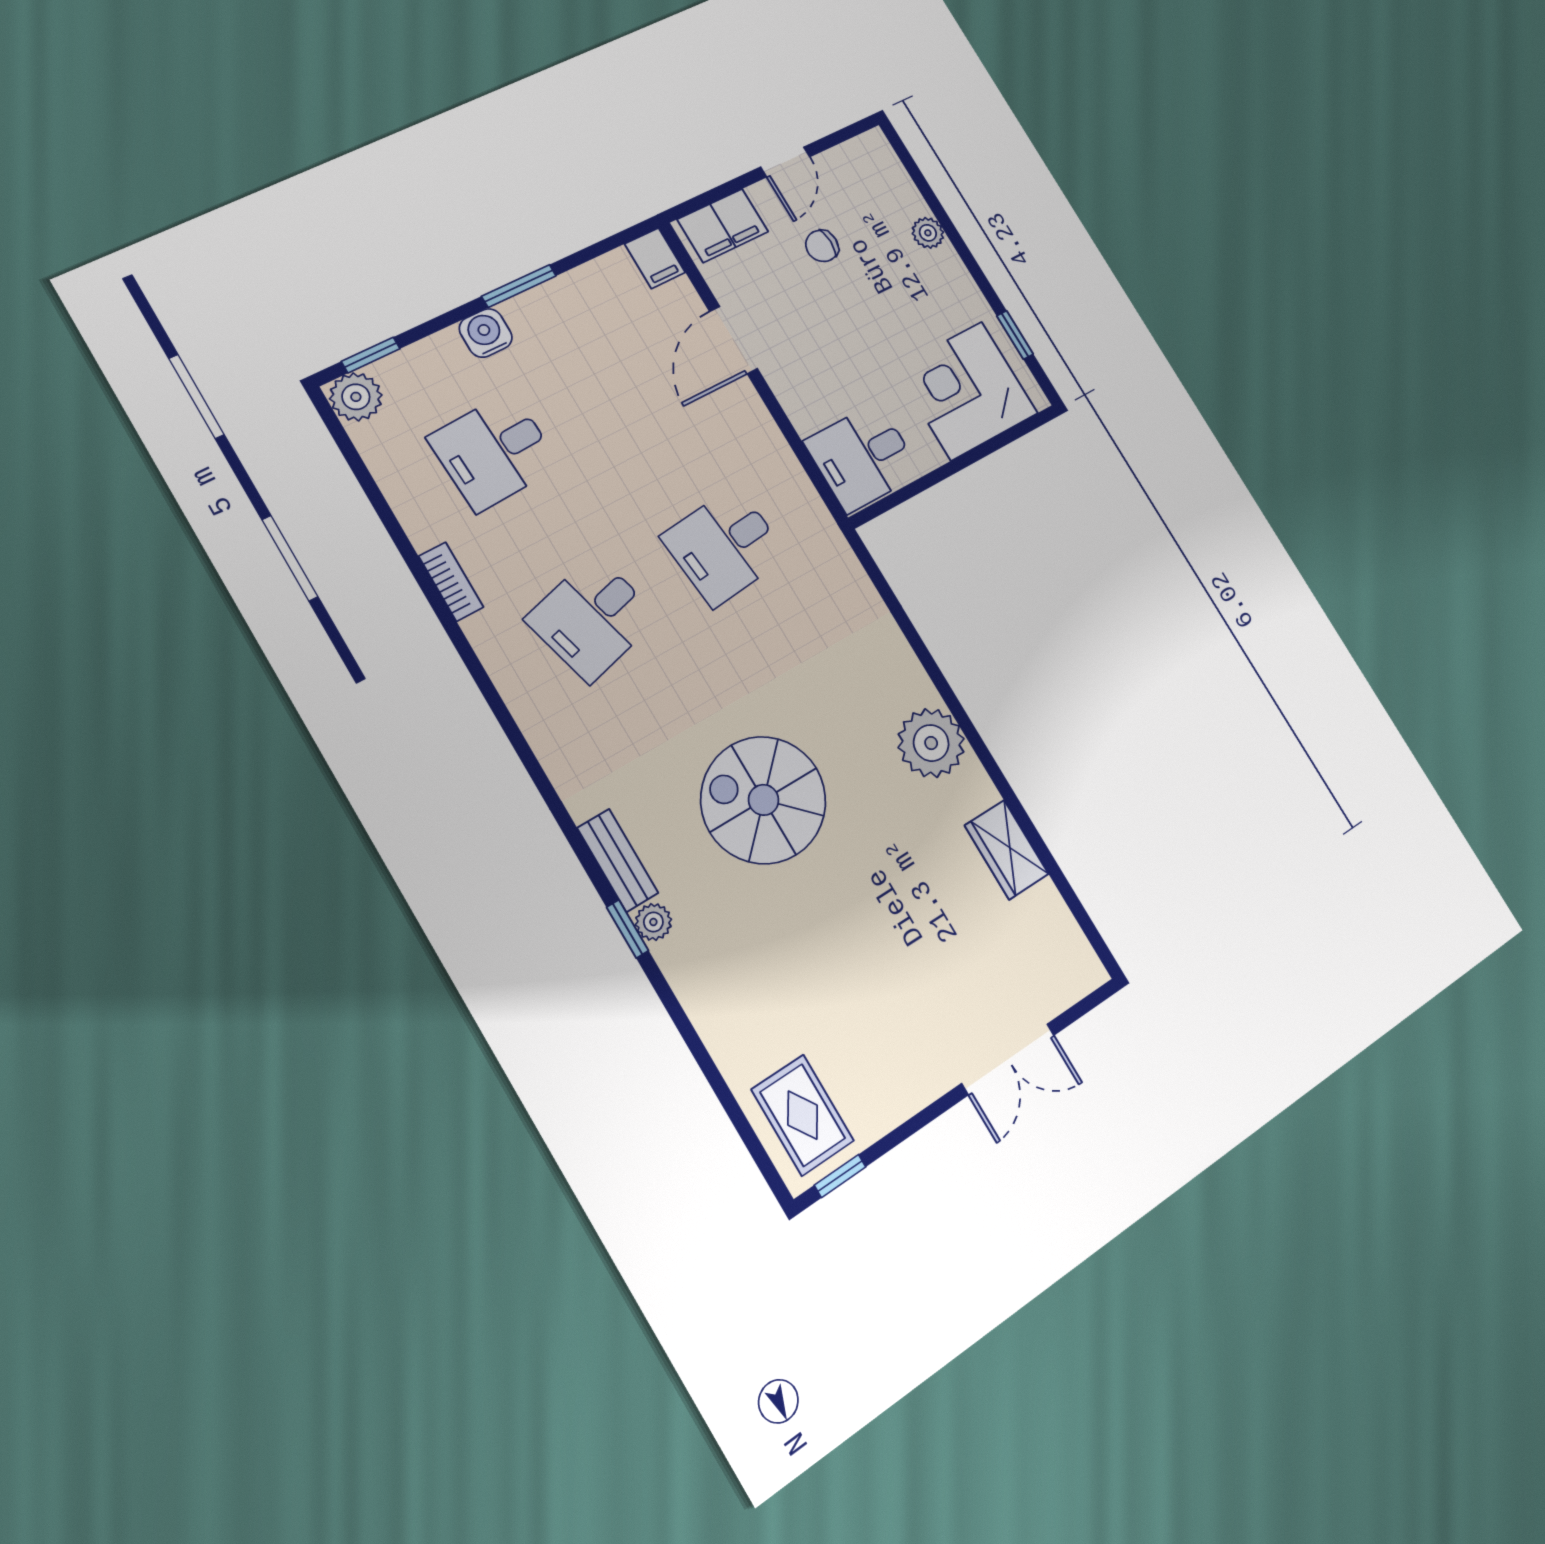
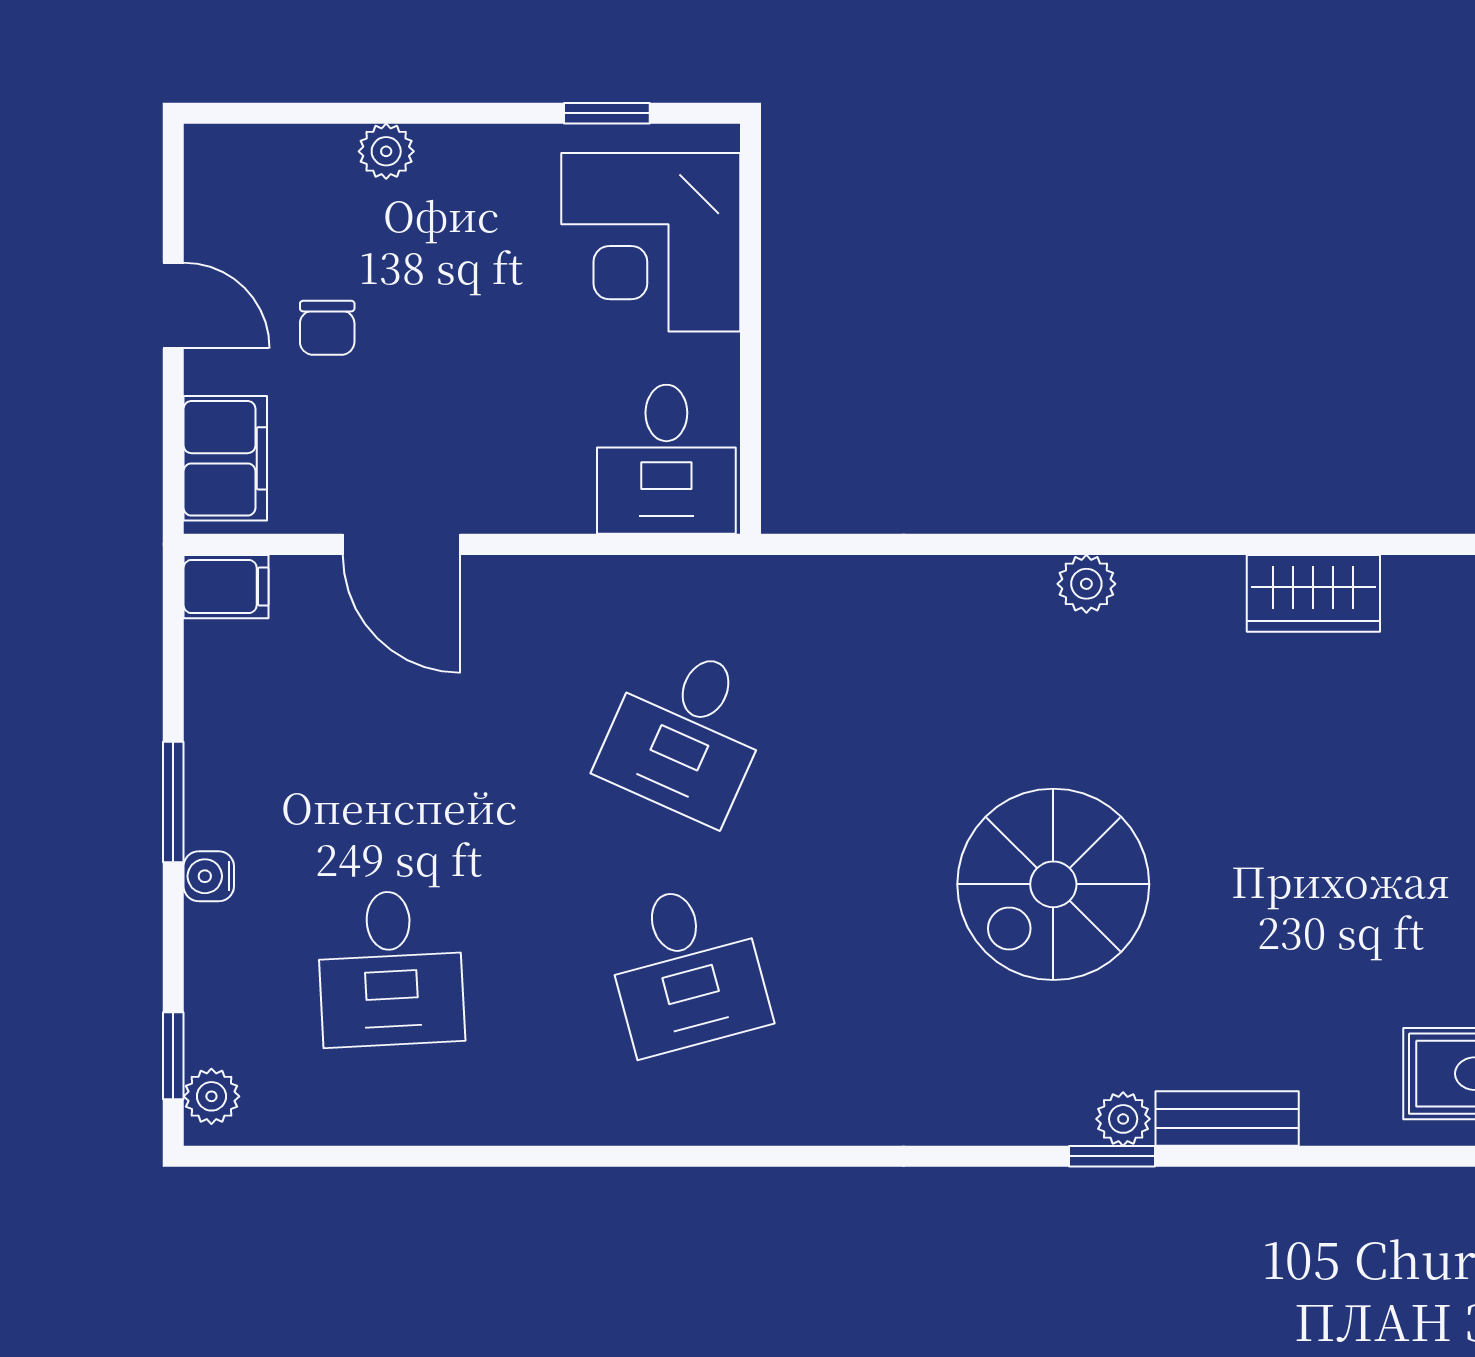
water cooler: (486, 333) -> (209, 876), width x0.72, depth x0.72
plant: (356, 397) -> (211, 1096), width x0.73, depth x0.73
desk: (725, 546) -> (686, 732), turned 30
bookcase: (451, 582) -> (538, 1123), removed
plant: (931, 743) -> (1086, 584), width x0.53, depth x0.53
bench: (618, 860) -> (1227, 1119), moved

